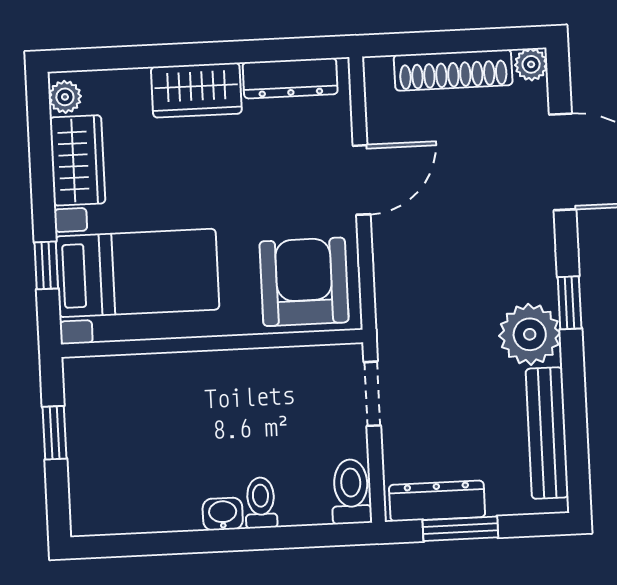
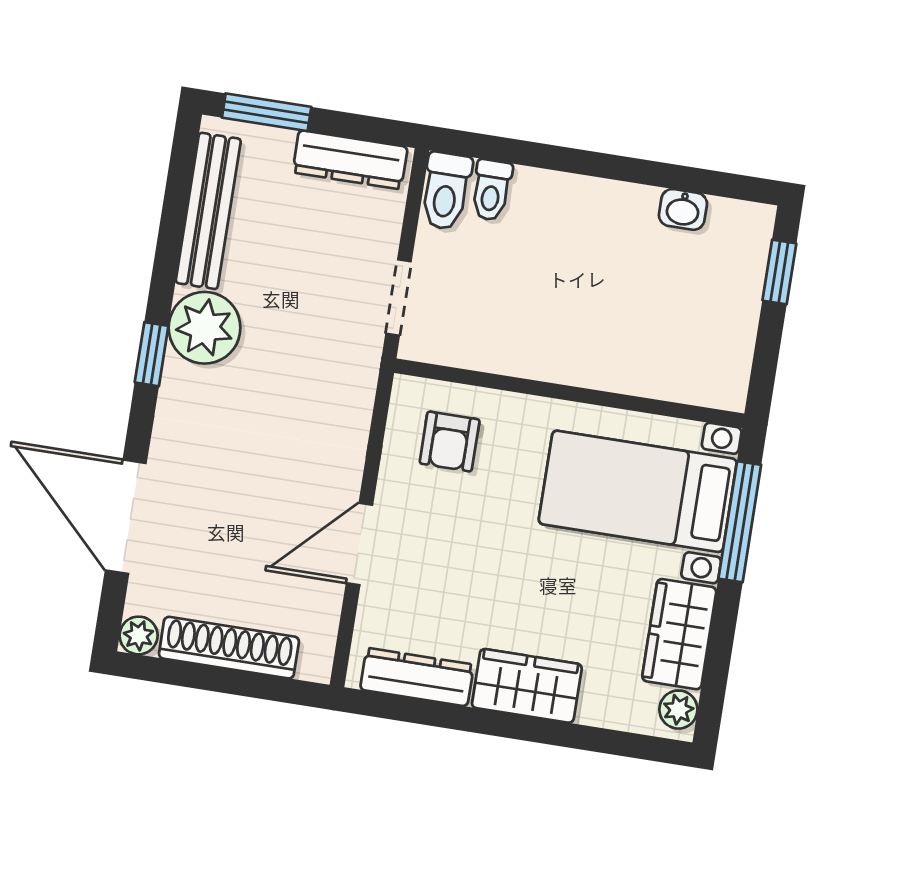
window: (46, 265) -> (740, 522), width x2.17
armchair: (304, 282) -> (450, 441), width x0.53, depth x0.53
window: (55, 433) -> (779, 272), moved
toilet: (261, 503) -> (491, 190), moved
washbasin: (223, 514) -> (683, 209), moved
window: (460, 529) -> (267, 112), moved

